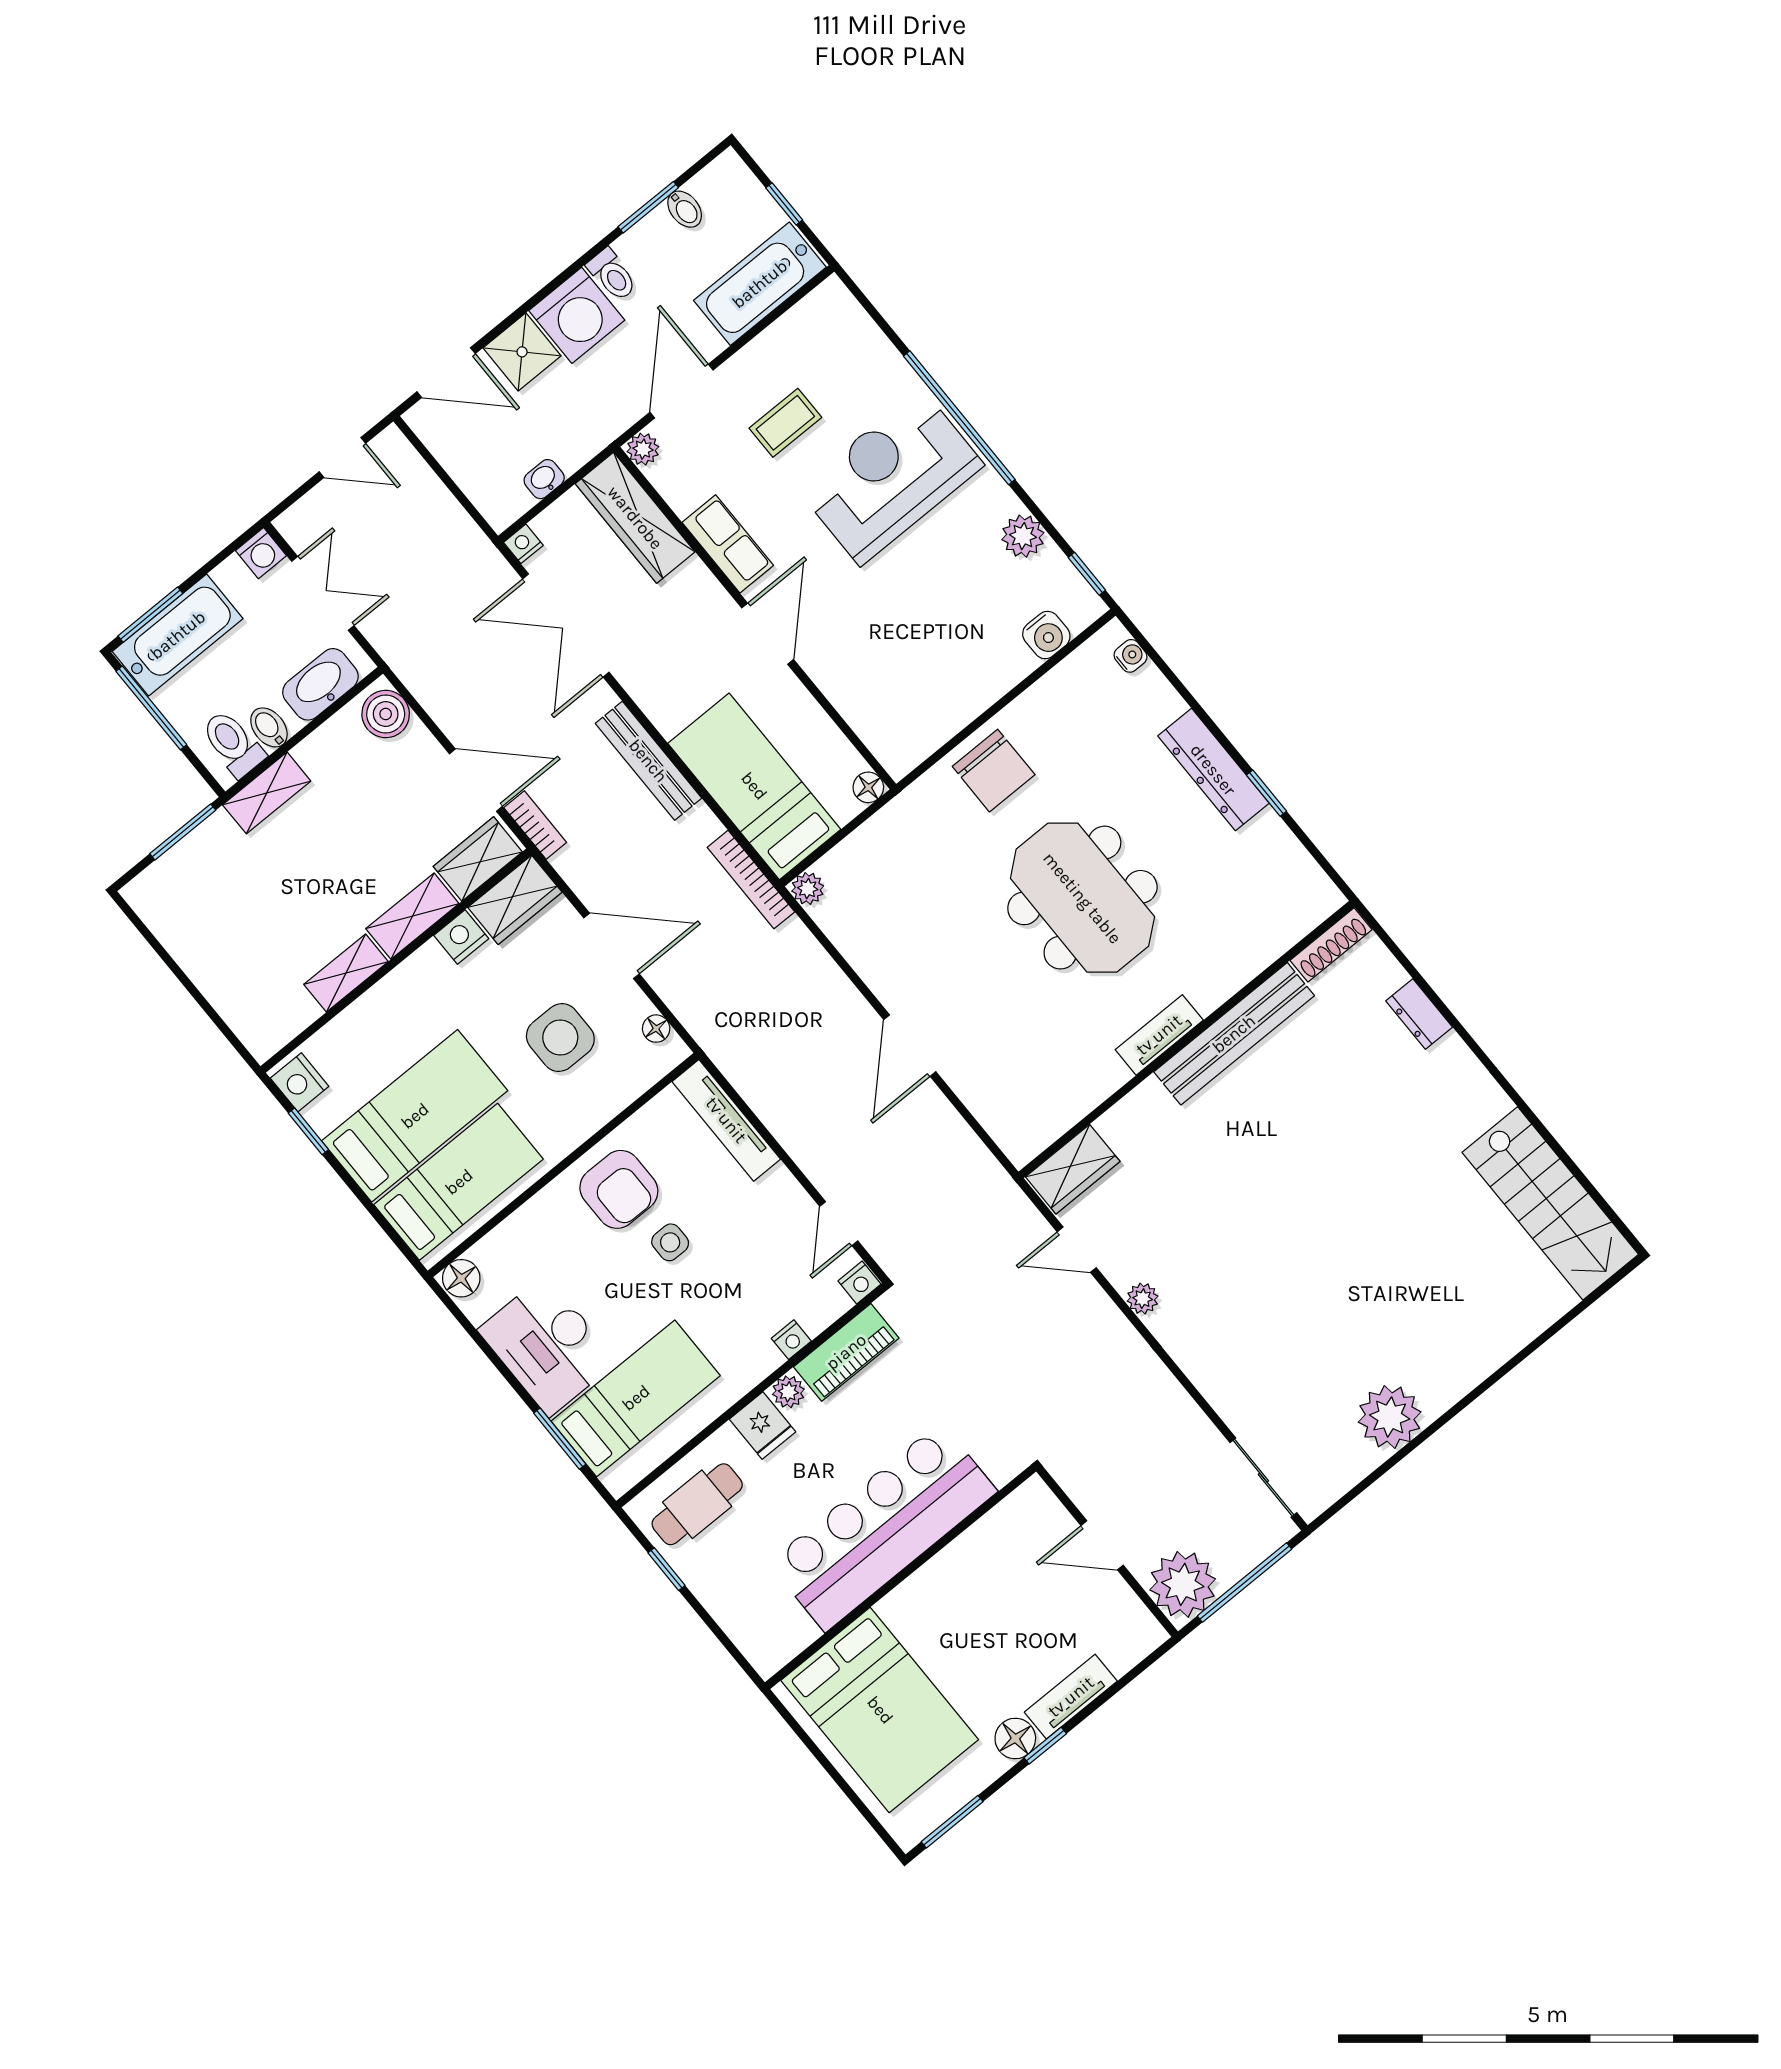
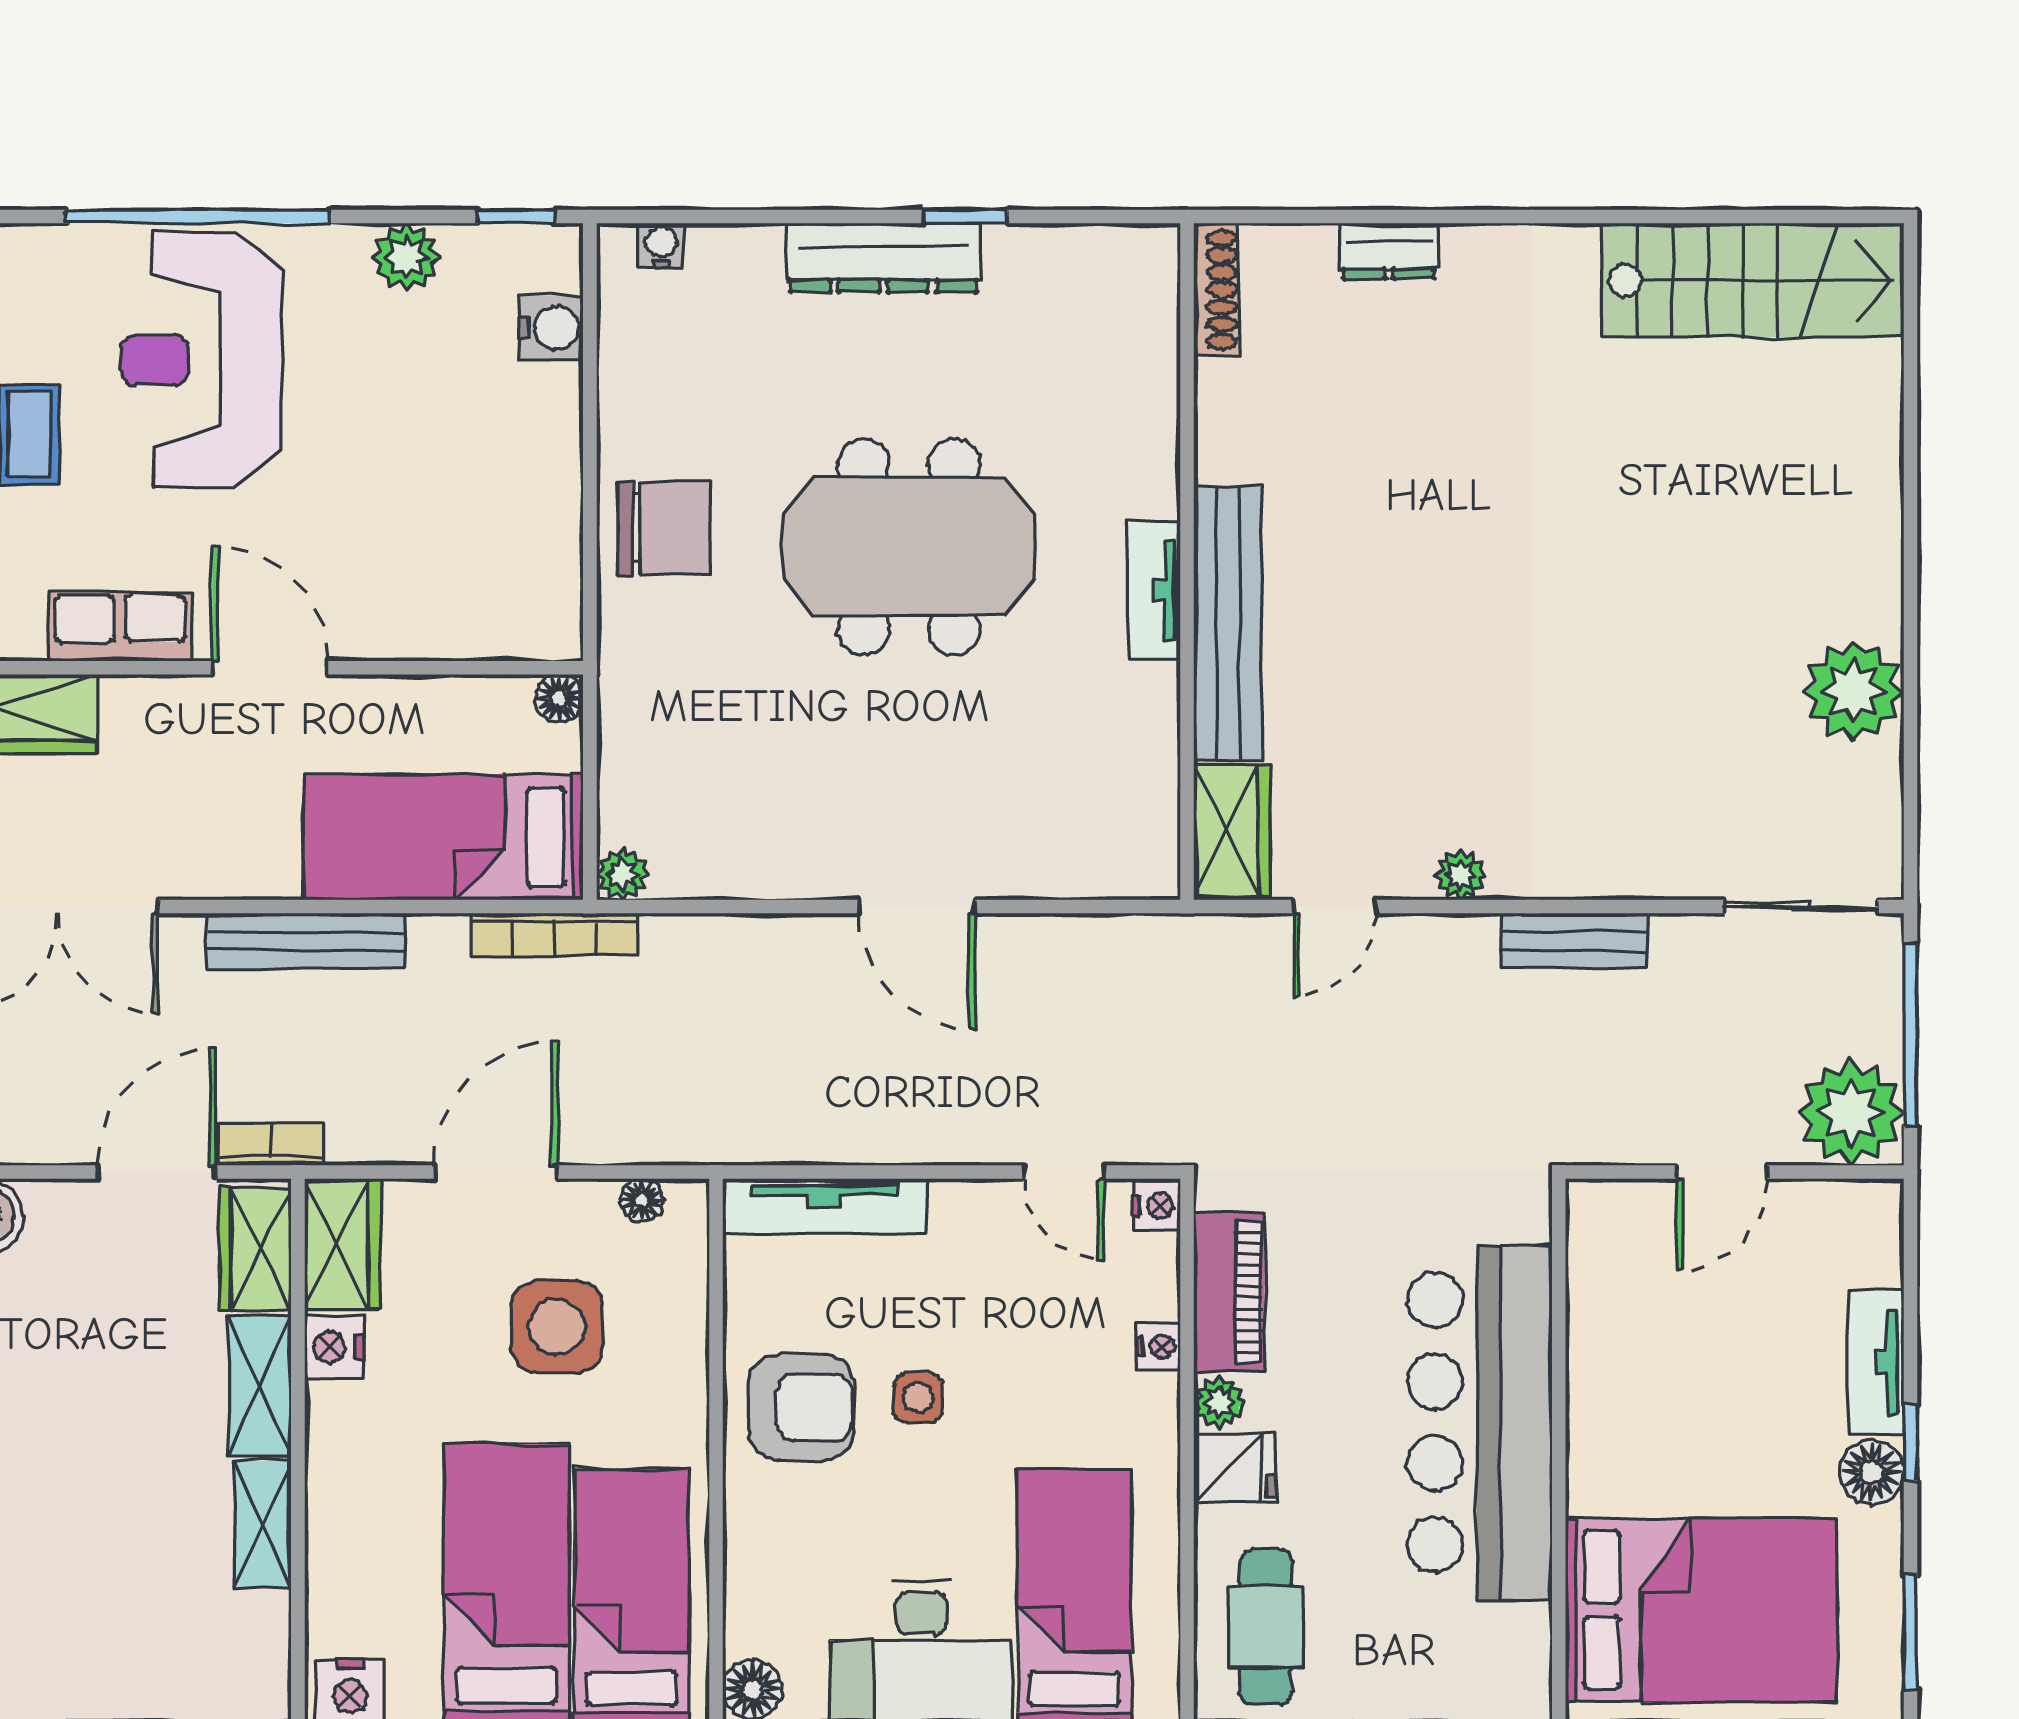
bench: (1234, 1034) -> (1228, 623), moved
bench: (1156, 1380) -> (1574, 941), added

